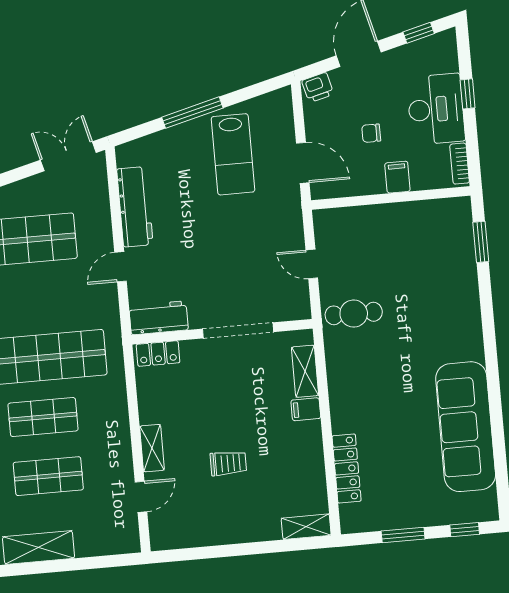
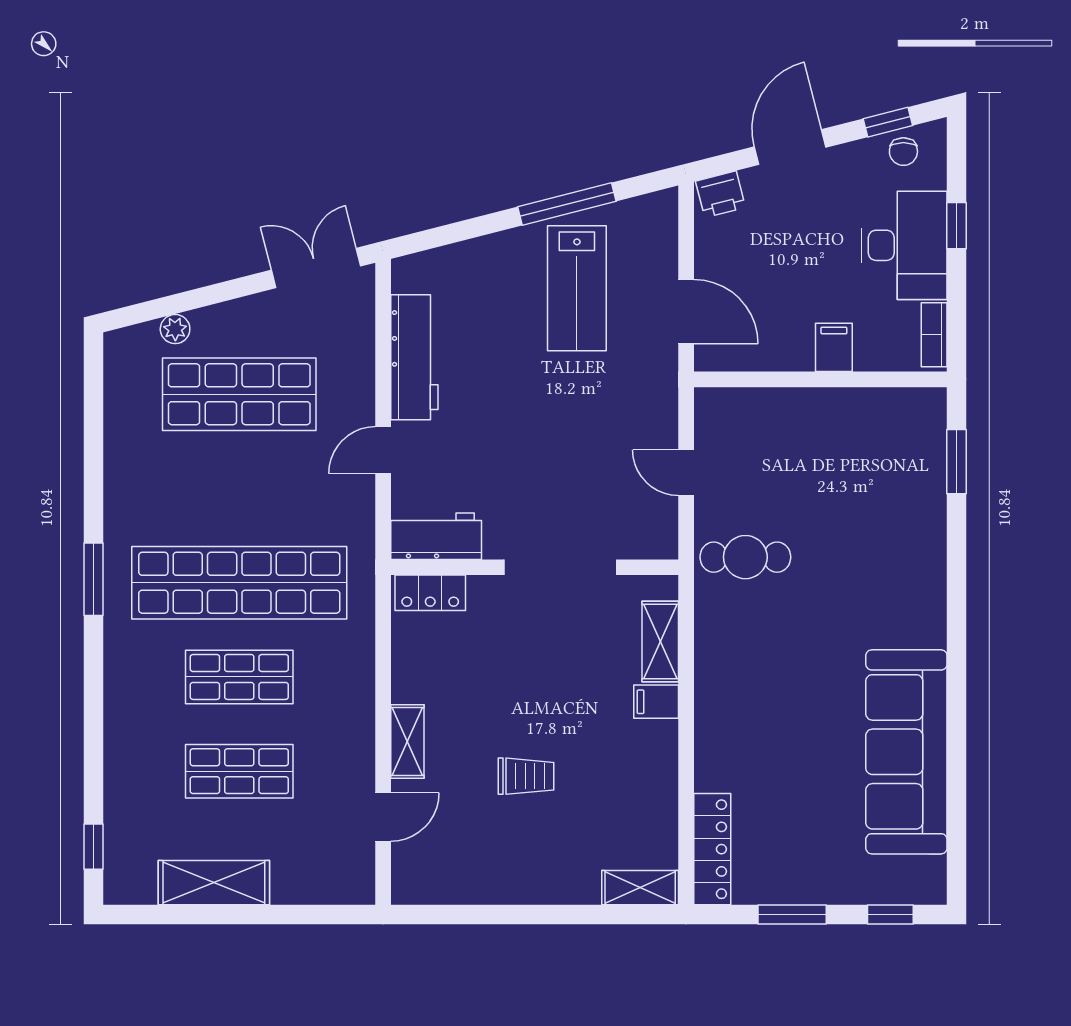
window: (192, 113) -> (567, 204), moved
chair: (371, 133) -> (903, 152), moved, turned -90
locker: (347, 468) -> (712, 849), moved

